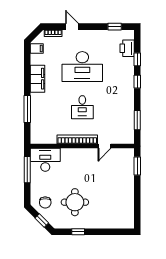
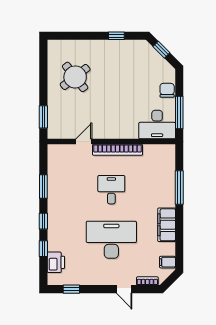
window: (137, 120) -> (43, 187), moved
chair: (45, 202) -> (167, 90), moved
round table: (75, 202) -> (75, 77), moved, turned -38

